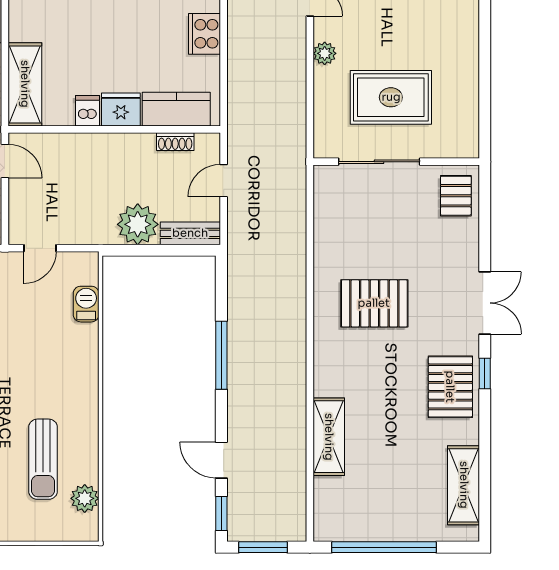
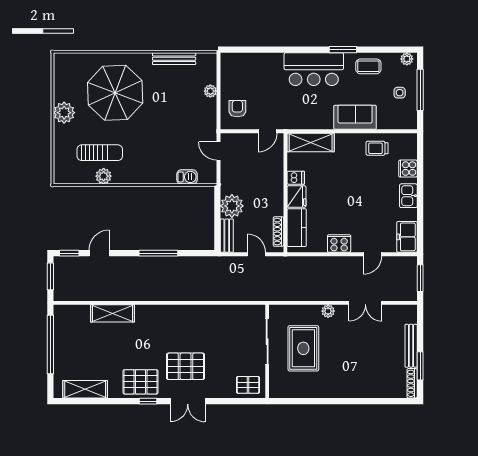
shoe rack: (175, 142) -> (278, 232), width x1.43
pallet: (374, 303) -> (186, 366), moved, turned 90
sun lounger: (43, 459) -> (100, 153), turned 180
plant: (85, 498) -> (104, 176), moved

